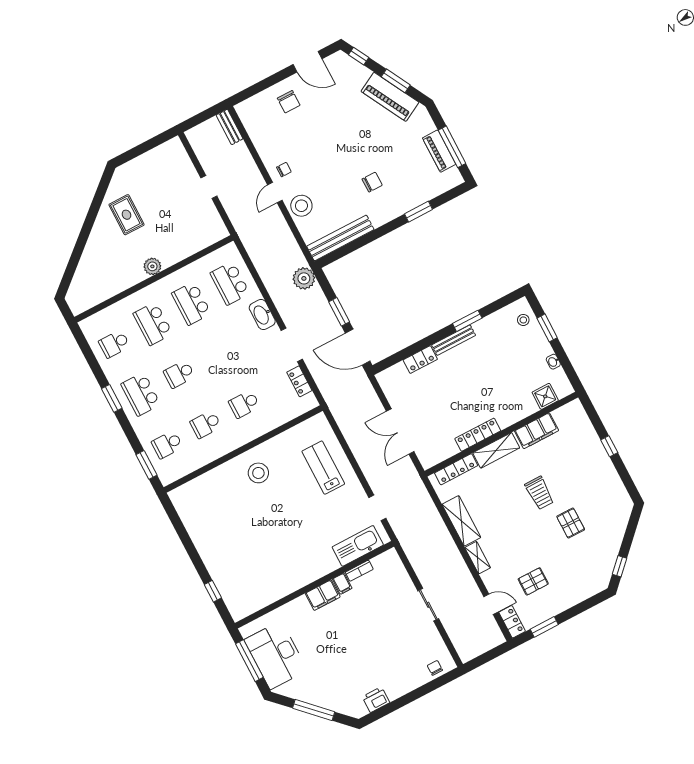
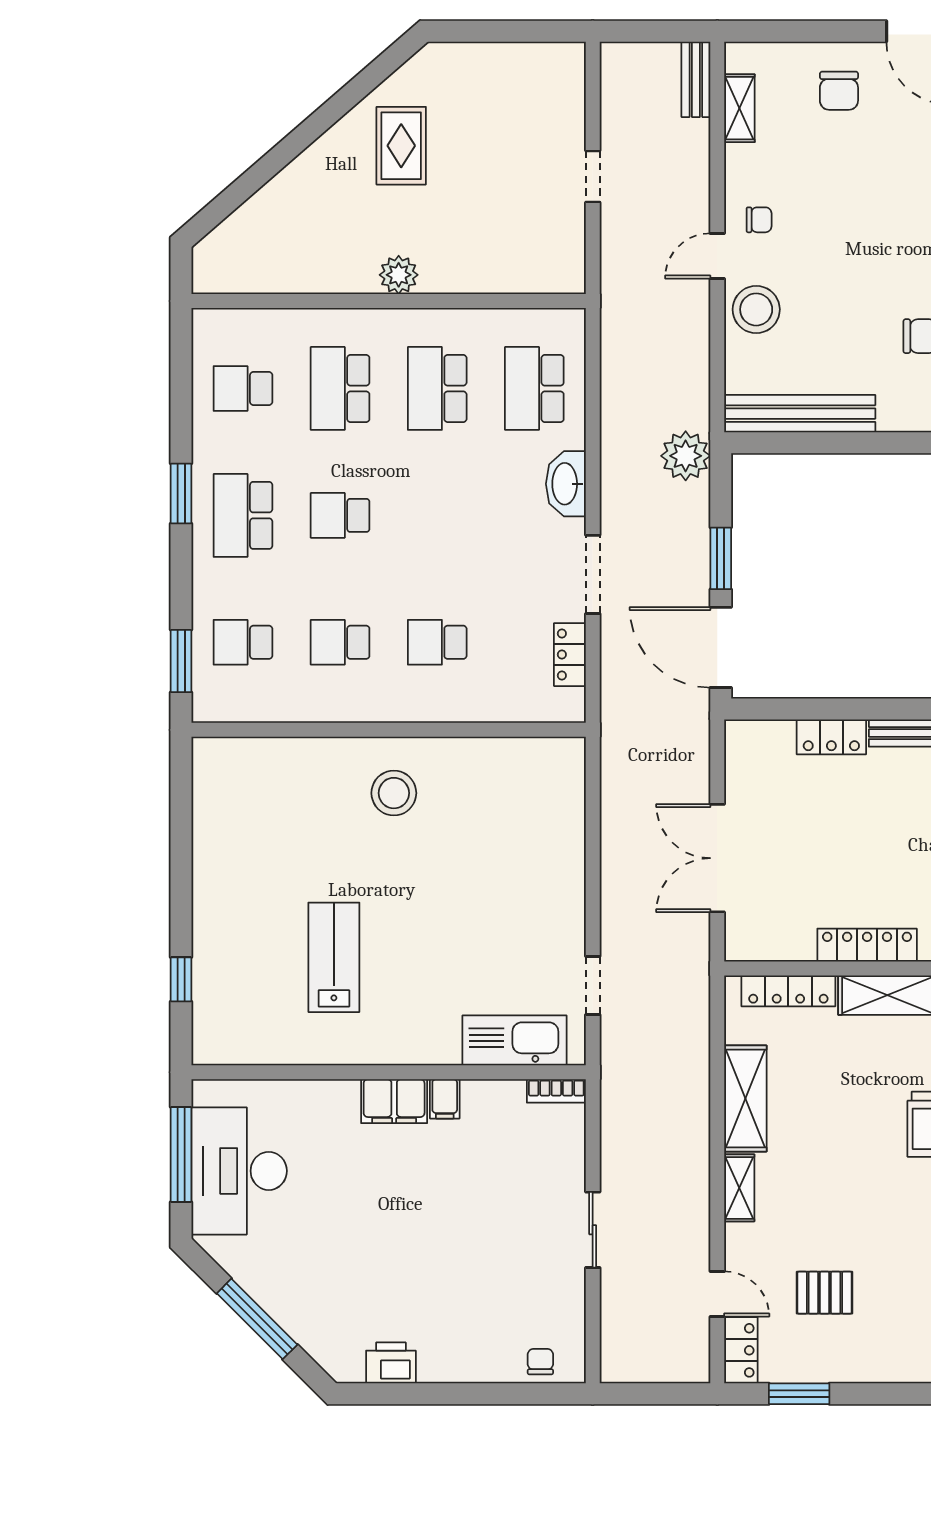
shelving: (253, 129) -> (739, 108), added
lab bench: (323, 468) -> (334, 957), moved
bookcase: (359, 571) -> (556, 1091), moved

